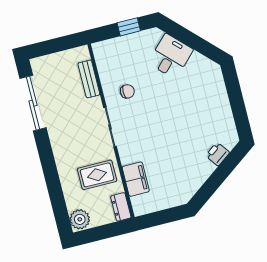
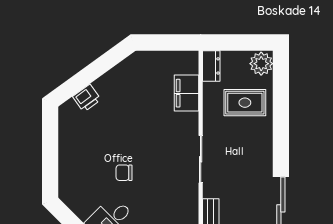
chair: (127, 91) -> (124, 173), moved
rug: (97, 175) -> (245, 103), moved

